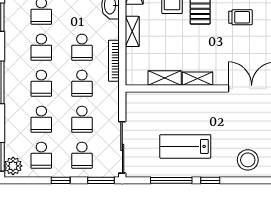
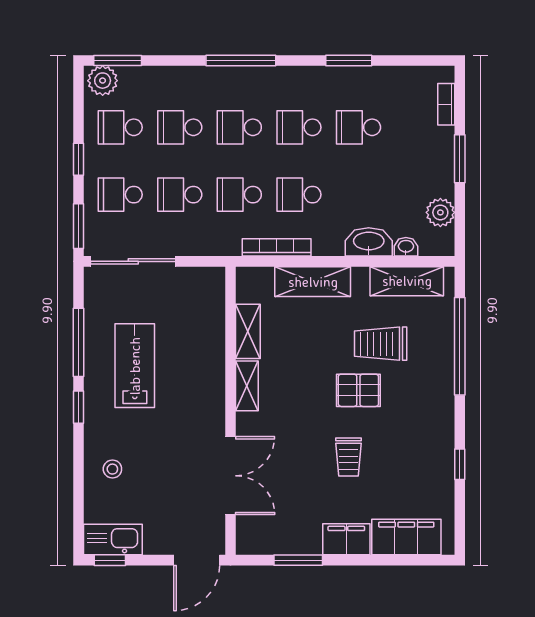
shelving: (132, 31) -> (313, 282), width x1.50, depth x1.33
stool: (248, 160) -> (112, 469), width x0.53, depth x0.53

